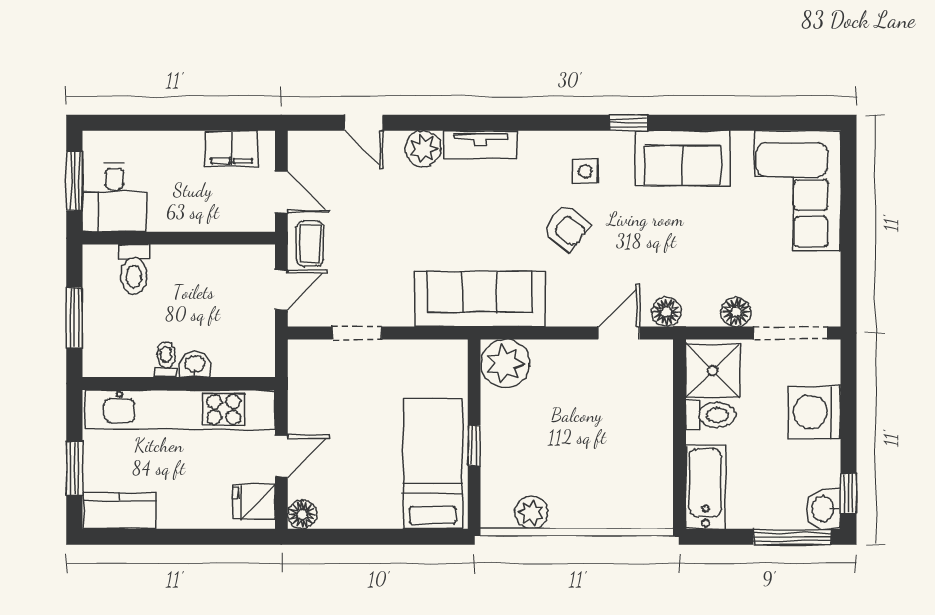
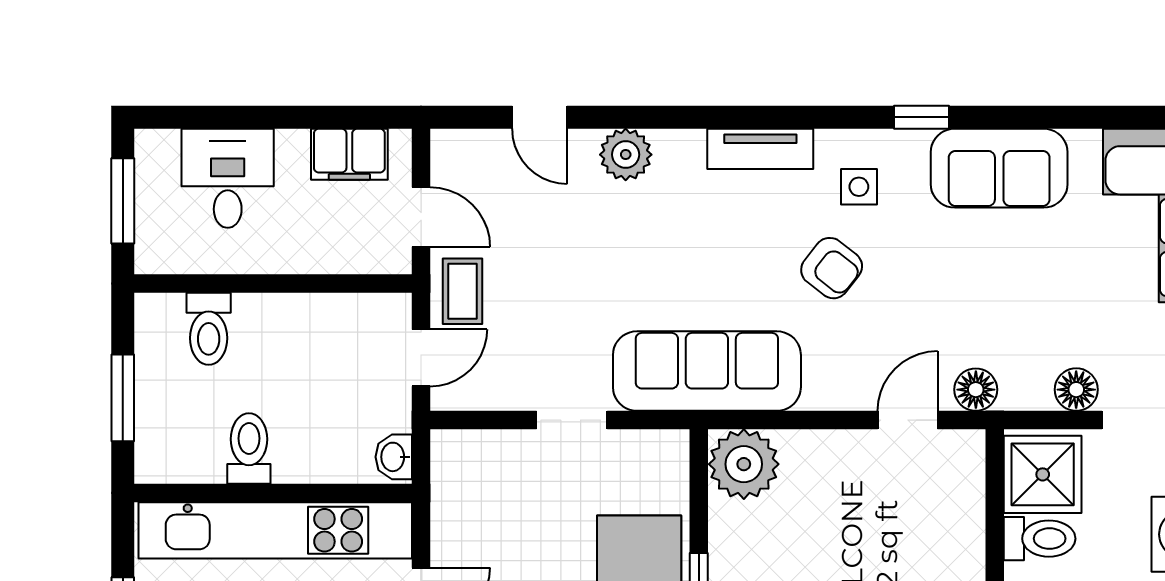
tv unit: (481, 145) -> (760, 149), moved
desk: (114, 197) -> (228, 178), moved, turned 180
doorway: (357, 333) -> (572, 420), moved
toilet: (166, 359) -> (249, 448), width x1.37, depth x1.39
washbasin: (195, 365) -> (394, 457), moved, turned -90

